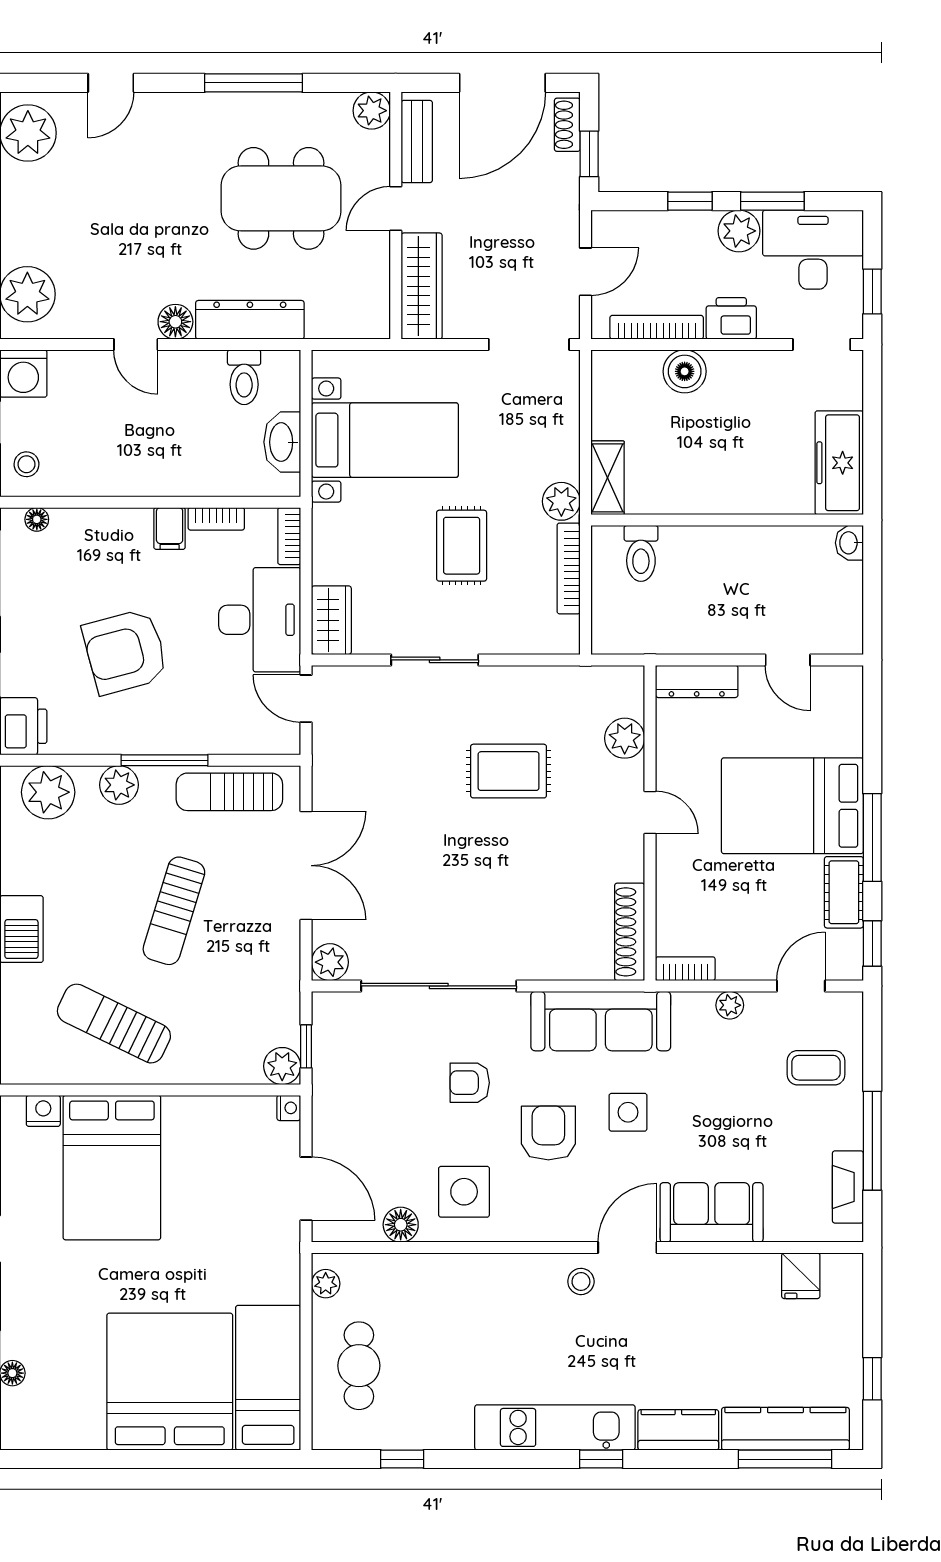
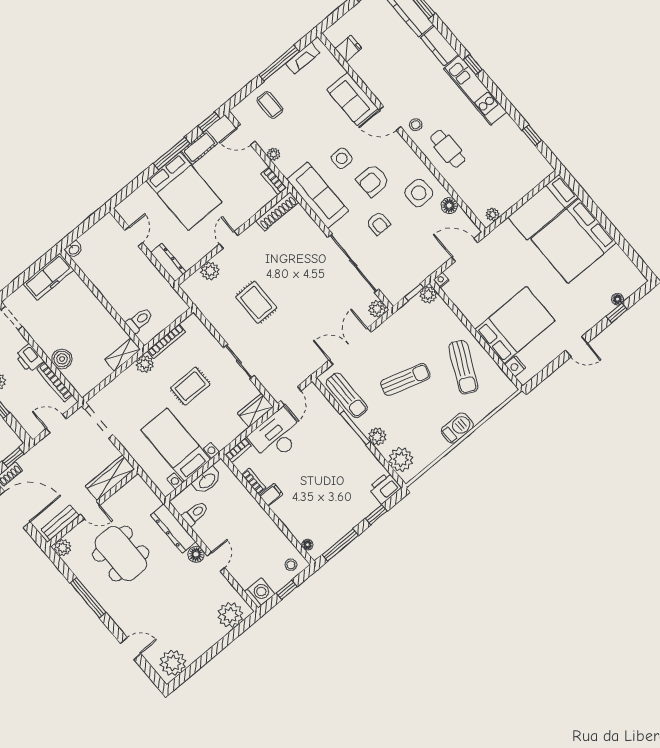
armchair: (125, 652) -> (328, 474), removed
door: (306, 1189) -> (465, 250), hinge flipped
cafe table: (359, 1366) -> (448, 149), moved, turned 90

